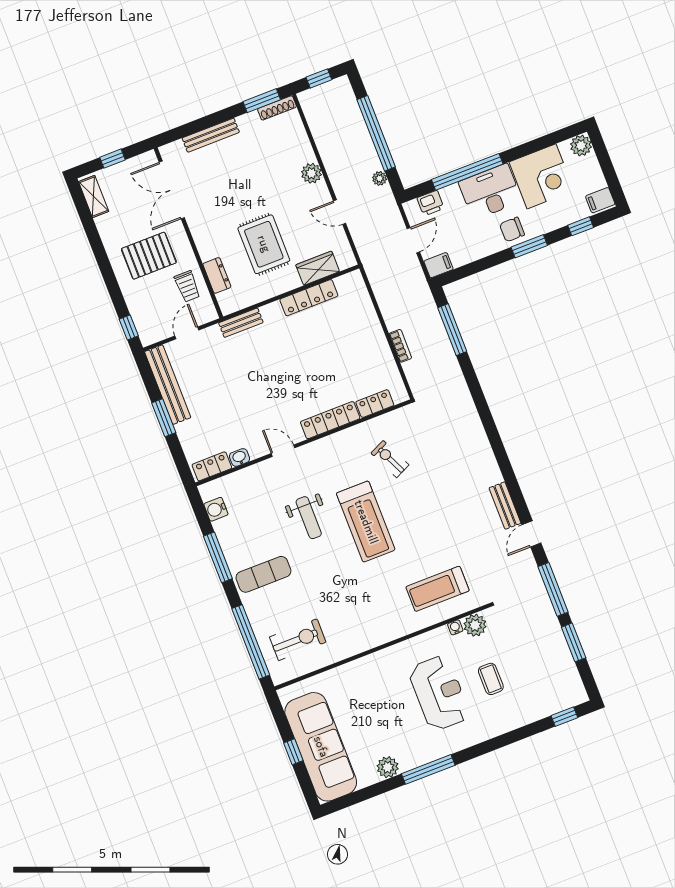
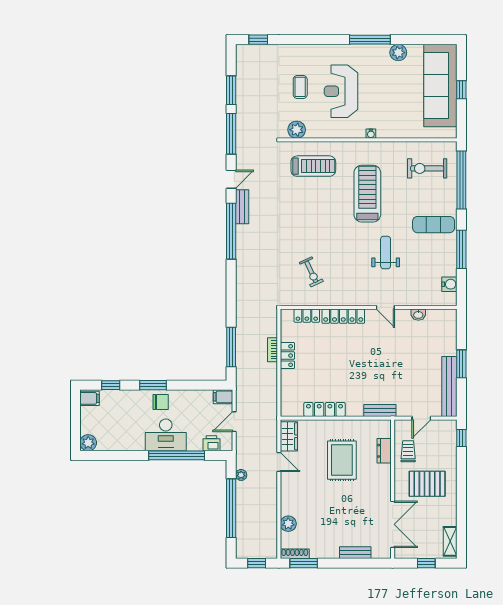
bench: (211, 135) -> (355, 553), width x0.73
plant: (311, 173) -> (288, 524), moved
corner desk: (542, 176) -> (125, 432), removed
wardrobe: (318, 268) -> (289, 436), moved, turned -90
locker: (212, 466) -> (287, 356), moved, turned -90
window: (507, 471) -> (231, 231), added
treadmill: (366, 522) -> (367, 194), moved
water cooler: (455, 627) -> (371, 134), moved

